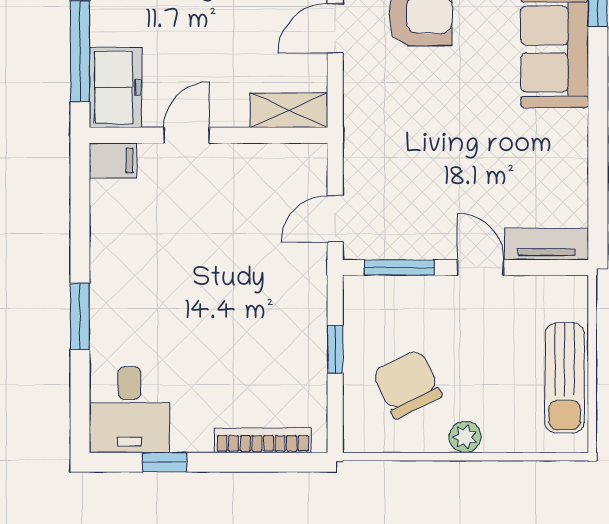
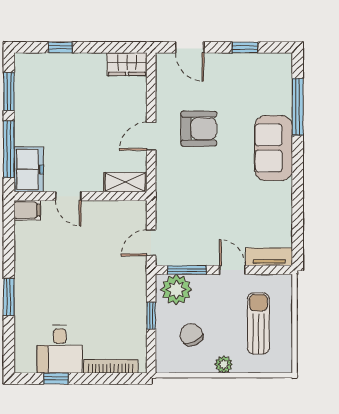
door: (187, 135) -> (68, 196), swing flipped
plant: (380, 303) -> (176, 290), added
sun lounger: (565, 378) -> (258, 323), moved, turned 180
chair: (407, 384) -> (191, 335), width x0.73, depth x0.73
desk: (129, 410) -> (60, 349), moved

